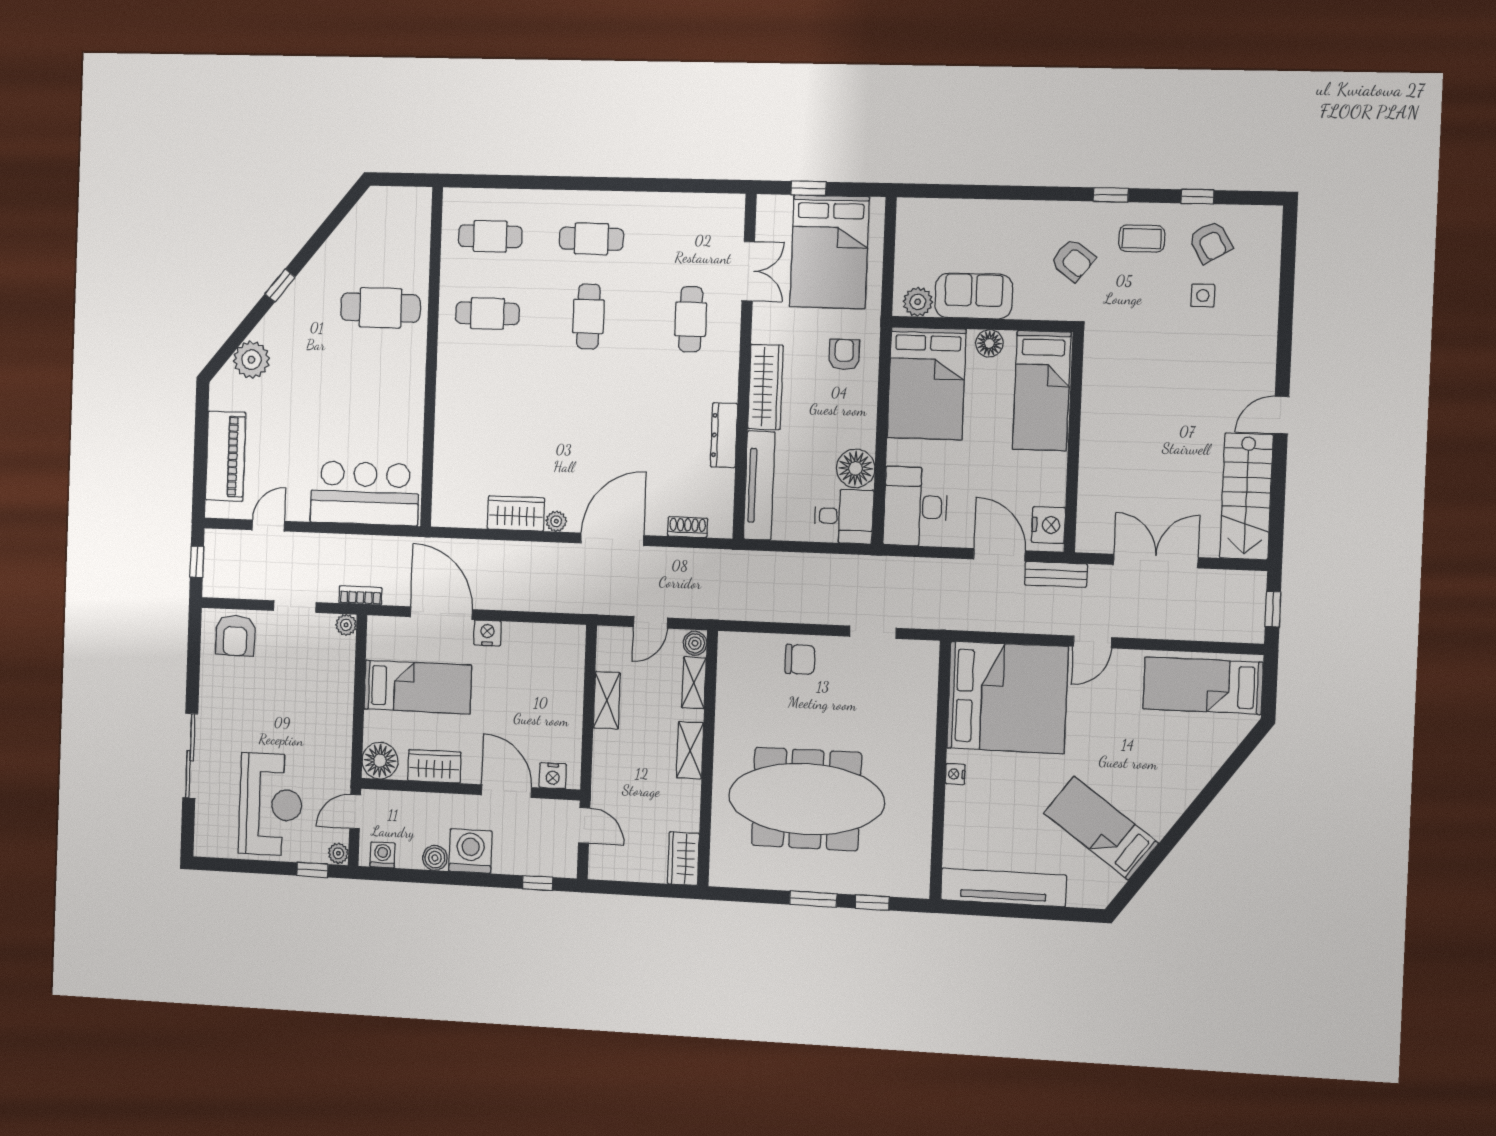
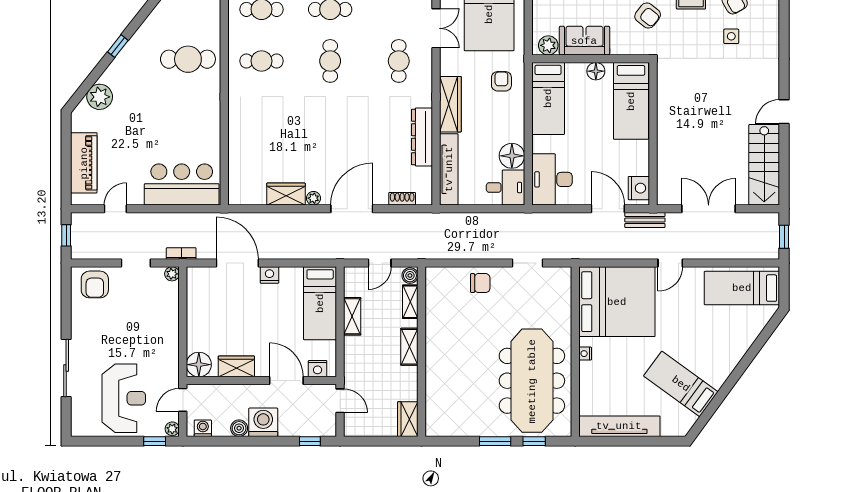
bed: (927, 383) -> (548, 98), width x0.67
dresser: (724, 435) -> (422, 137), width x1.37, depth x1.24
bed: (418, 687) -> (320, 303), moved, turned 90
meeting table: (806, 799) -> (532, 381), moved, turned 90

